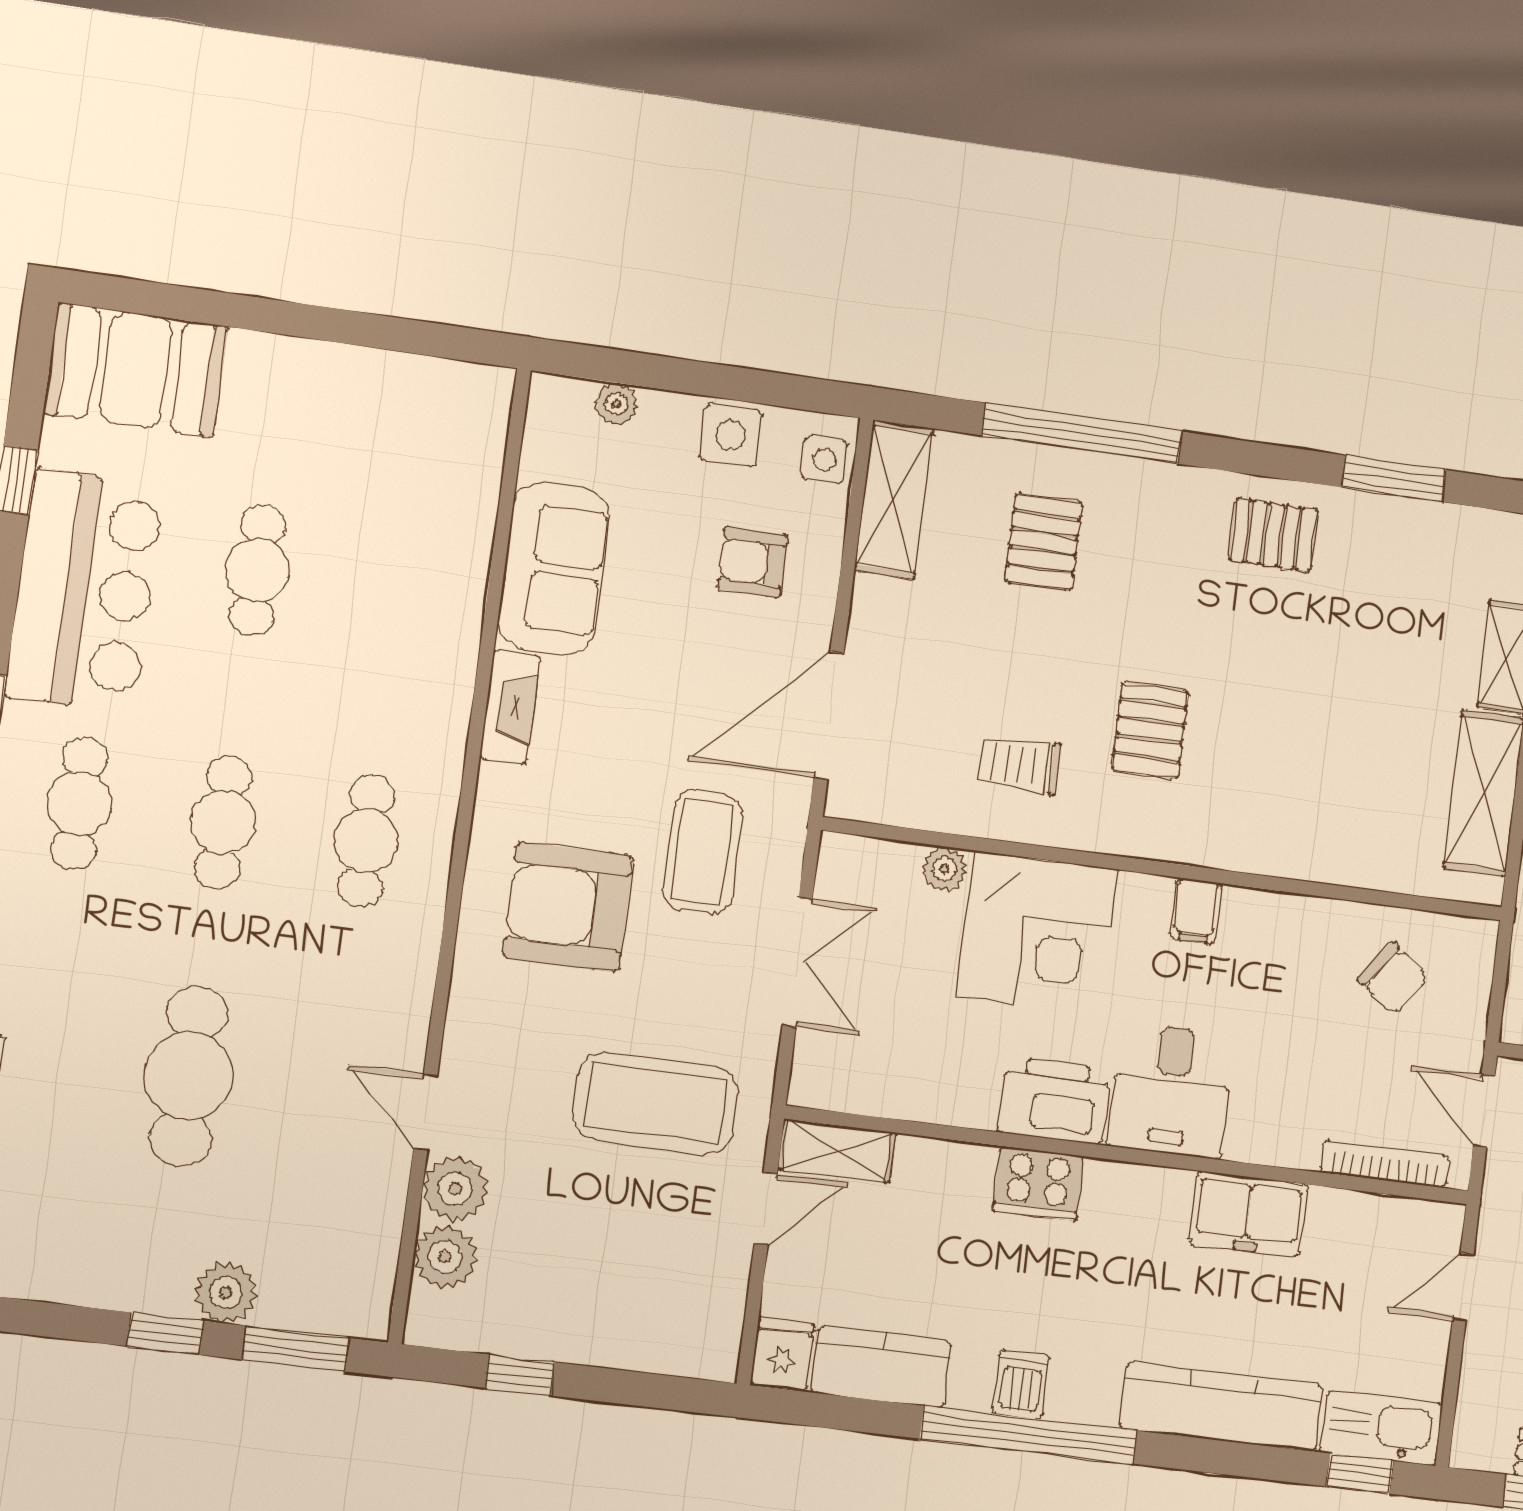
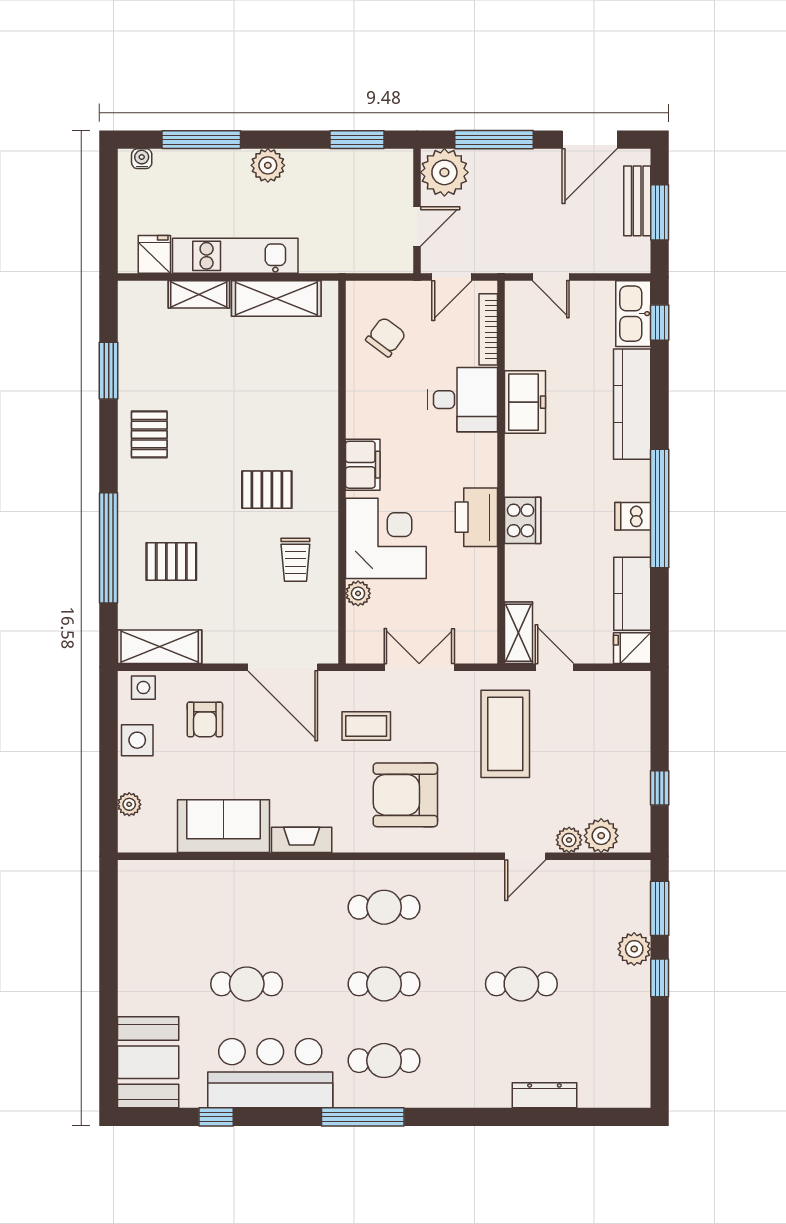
coffee table: (703, 852) -> (366, 726), width x0.73, depth x0.77
armchair: (568, 907) -> (405, 795), turned 90
filing cabinet: (1196, 911) -> (363, 465), width x2.00
cafe table: (189, 1076) -> (521, 984), width x0.73, depth x0.74
desk: (1171, 1090) -> (463, 400), moved
plant: (455, 1189) -> (569, 840), width x0.73, depth x0.73

